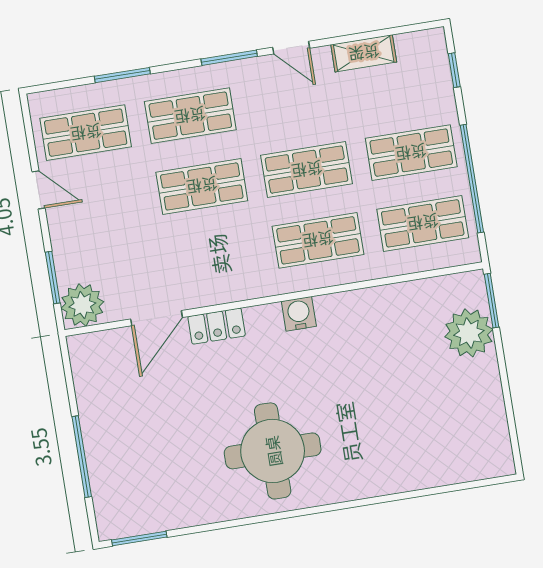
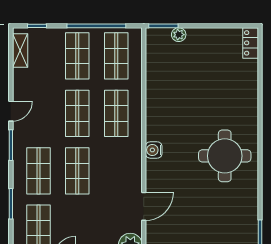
shelving: (364, 53) -> (20, 50), moved
water cooler: (299, 314) -> (154, 150), moved
door: (157, 318) -> (144, 206), hinge flipped
locker: (217, 326) -> (251, 43), moved, turned 180
plant: (469, 333) -> (179, 35), width x0.53, depth x0.53

